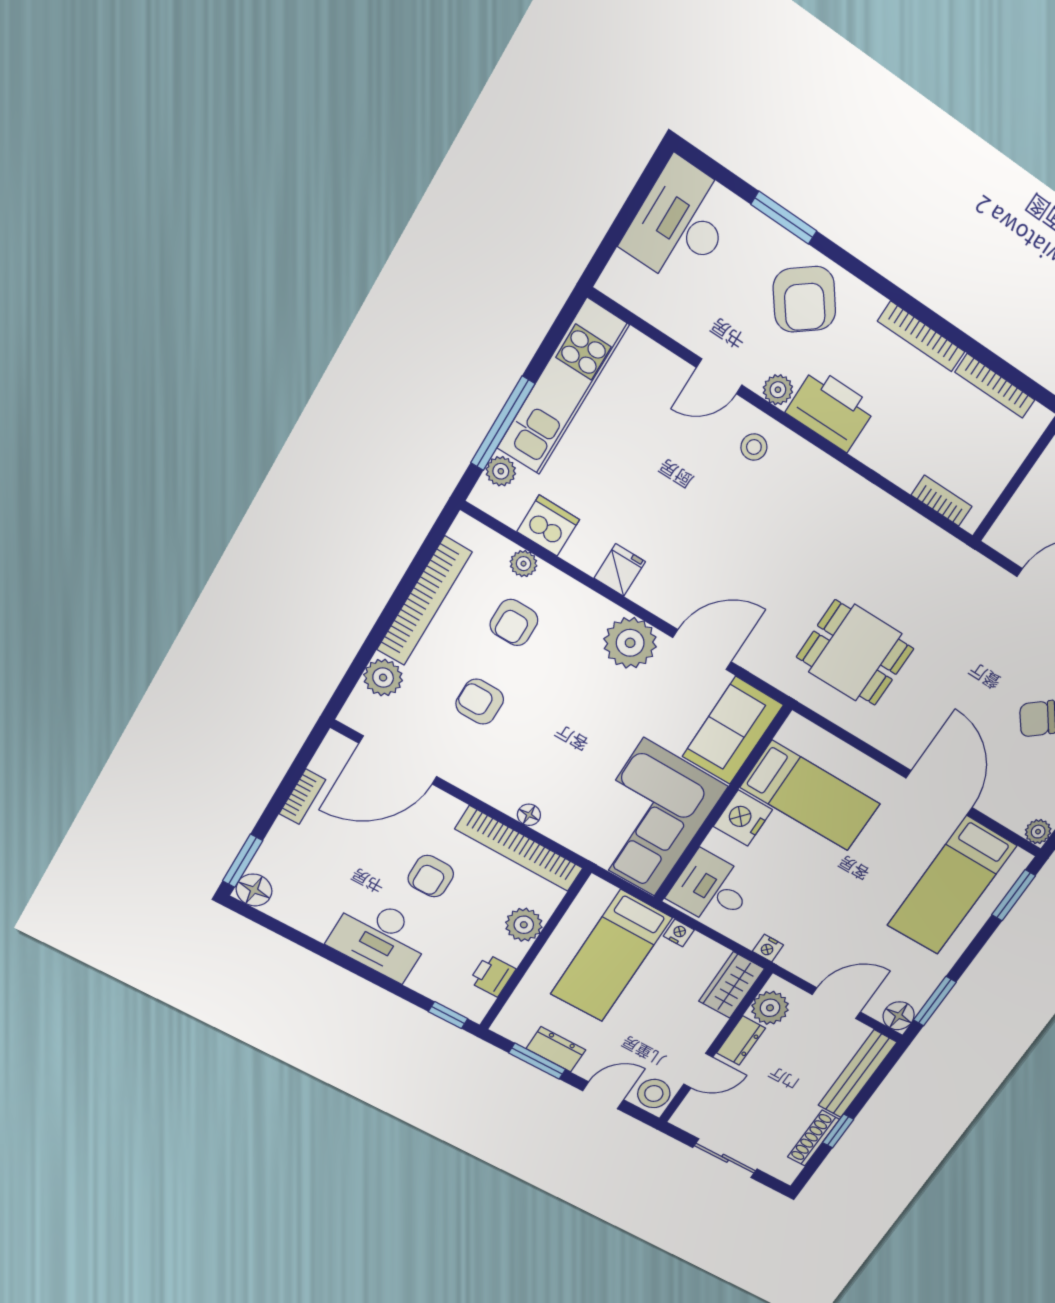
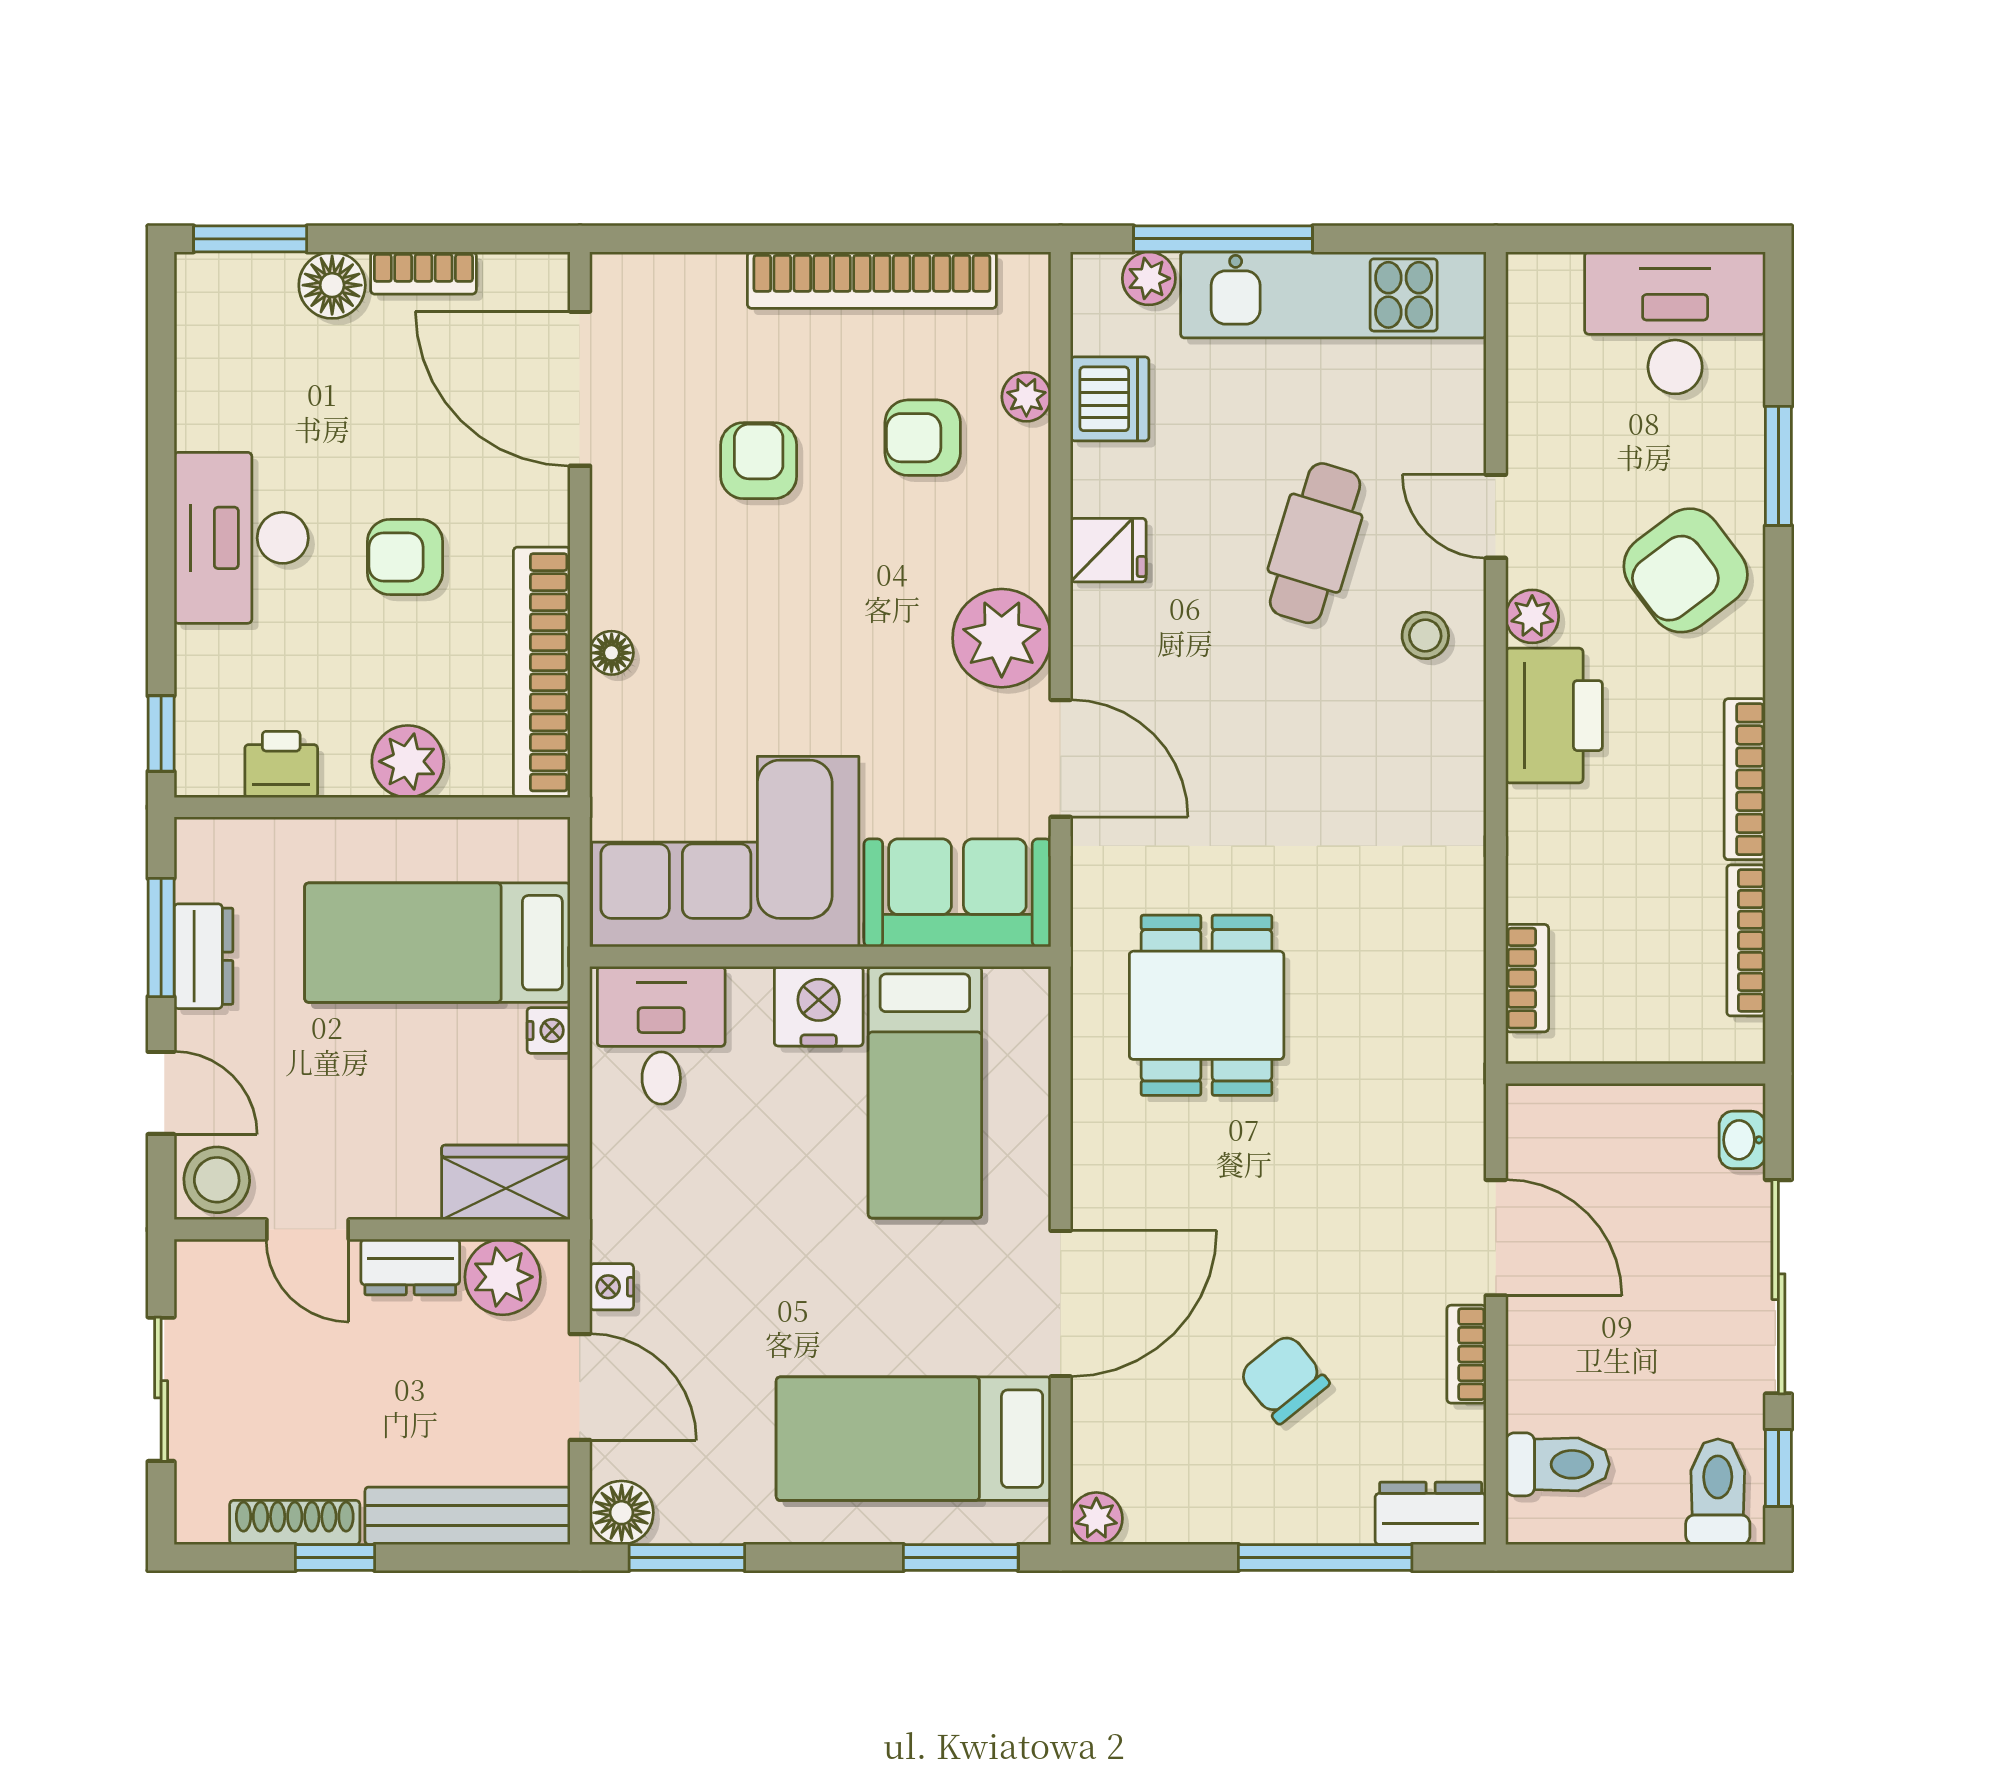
cafe table: (677, 472) -> (1315, 543), added
plant: (383, 678) -> (707, 288), removed
floor lamp: (254, 890) -> (332, 285), moved
nightstand: (768, 948) -> (612, 1287), moved

